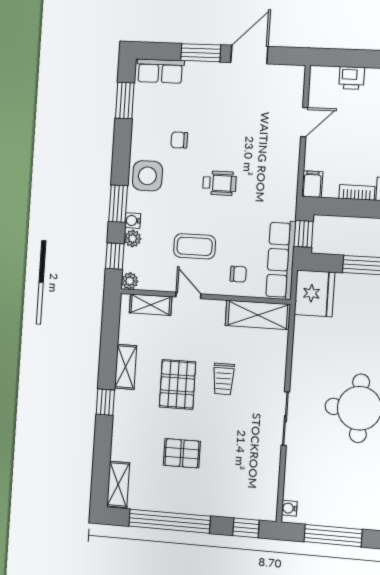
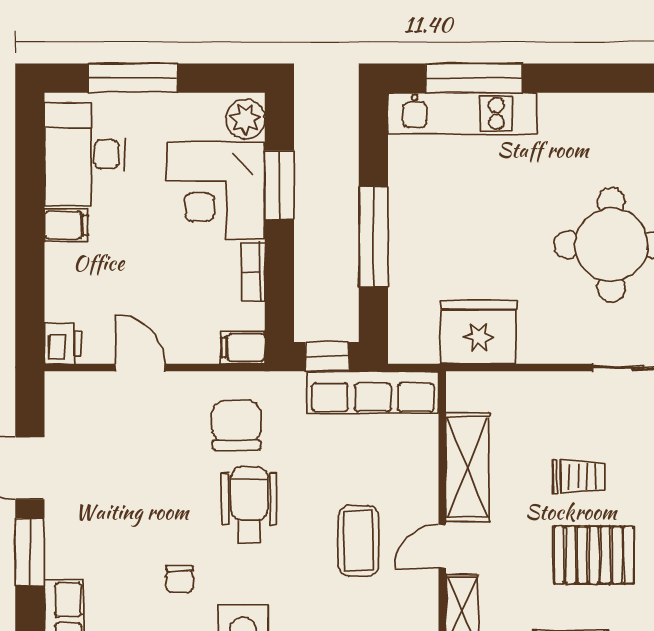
printer: (352, 78) -> (63, 343), moved
wheelchair: (220, 183) -> (249, 505), width x1.36, depth x1.37
chair: (238, 274) -> (237, 426), moved, width x1.87, depth x1.87
fridge: (314, 293) -> (478, 332), moved
shelving: (258, 315) -> (467, 467), moved

